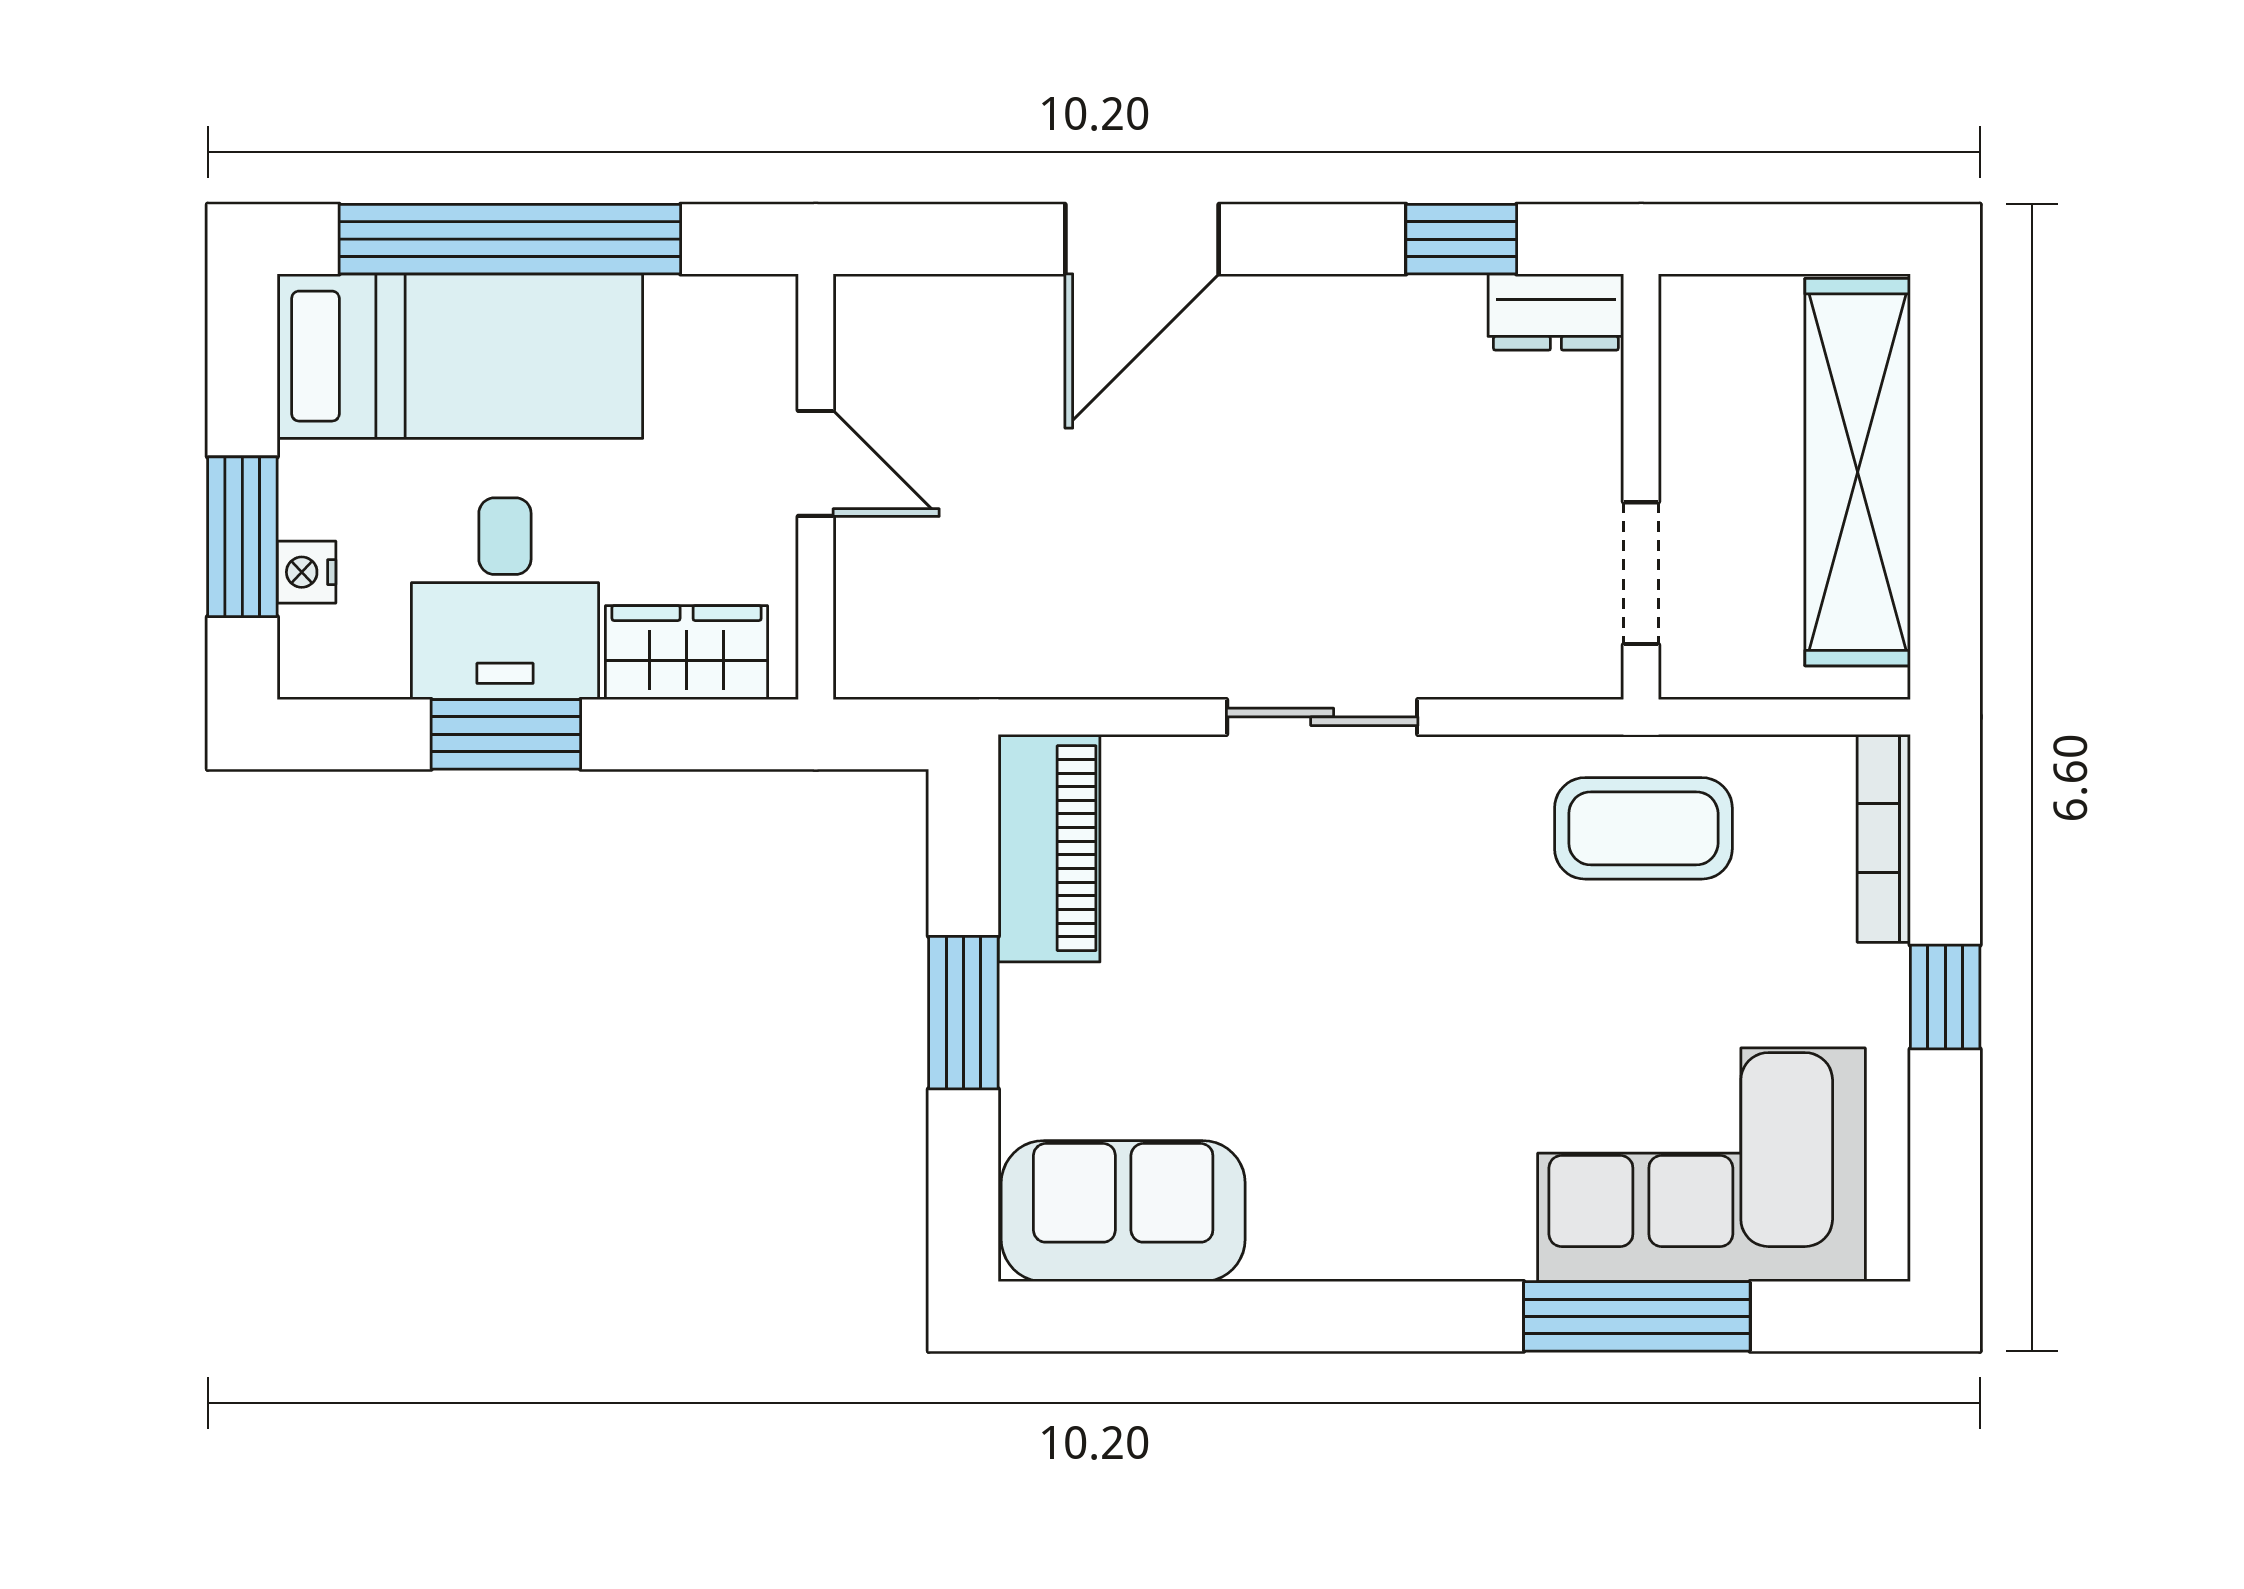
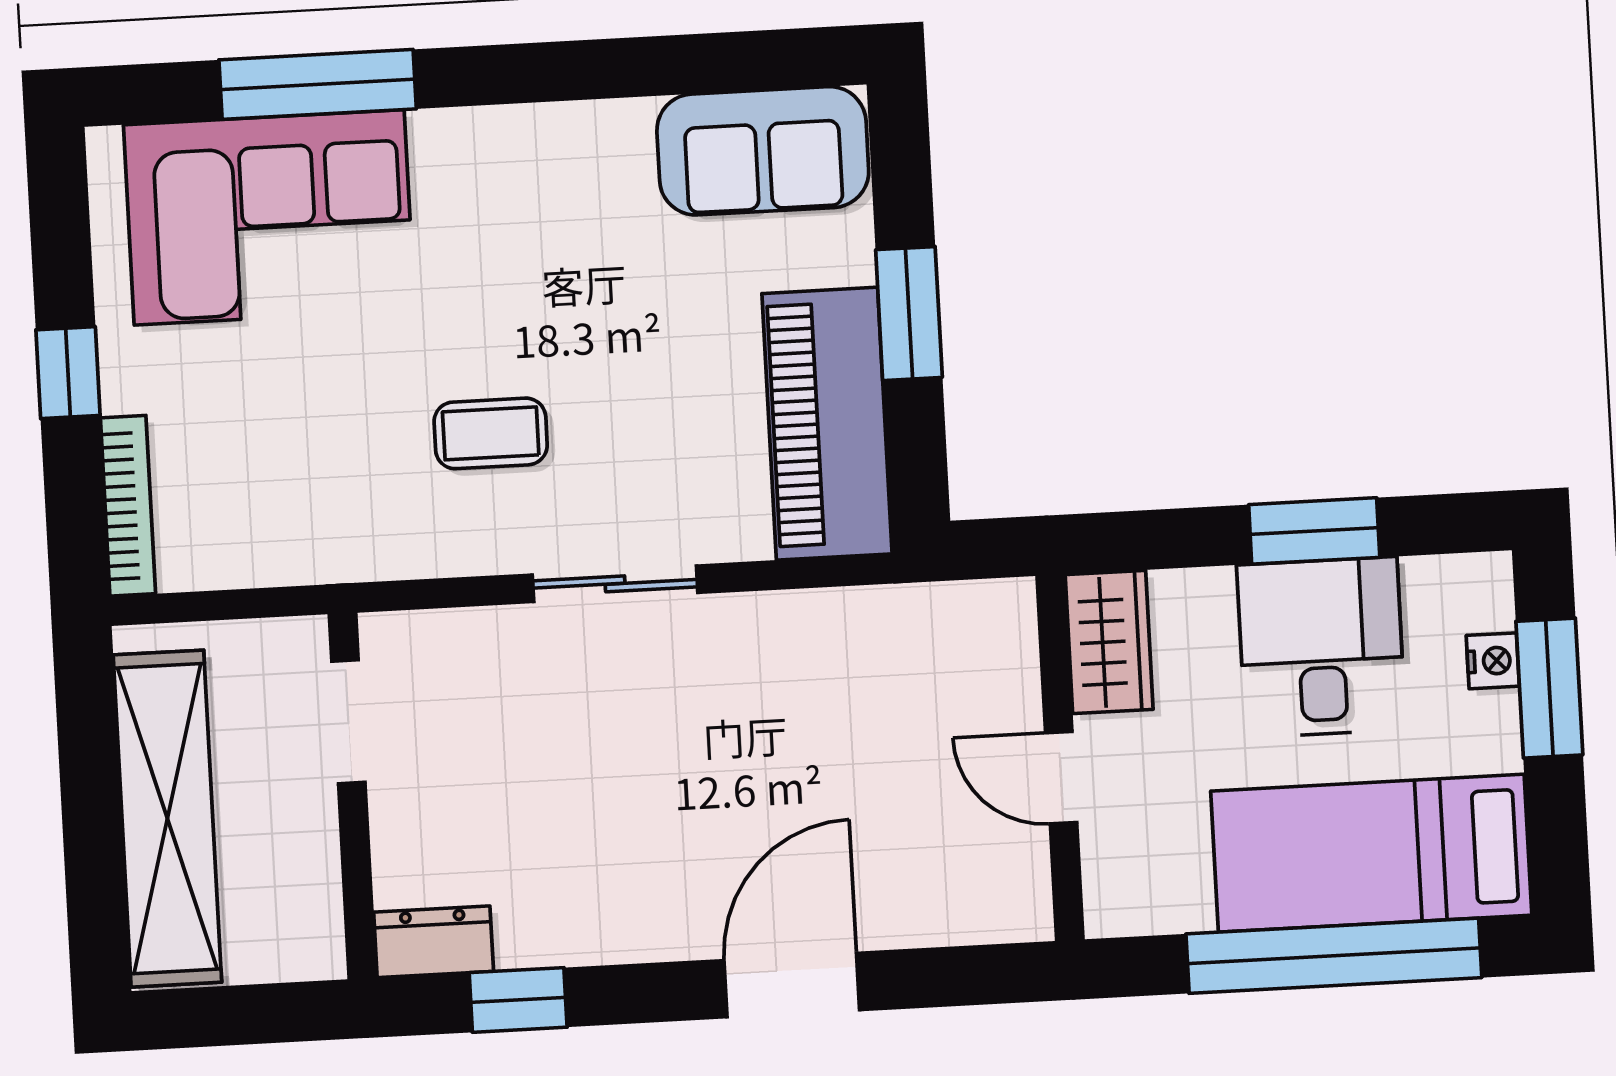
wardrobe: (687, 653) -> (1109, 642), moved, turned -90
coffee table: (1643, 828) -> (491, 433), moved, width x0.73, depth x0.77
piano: (1049, 848) -> (827, 424), width x1.37, depth x1.33

